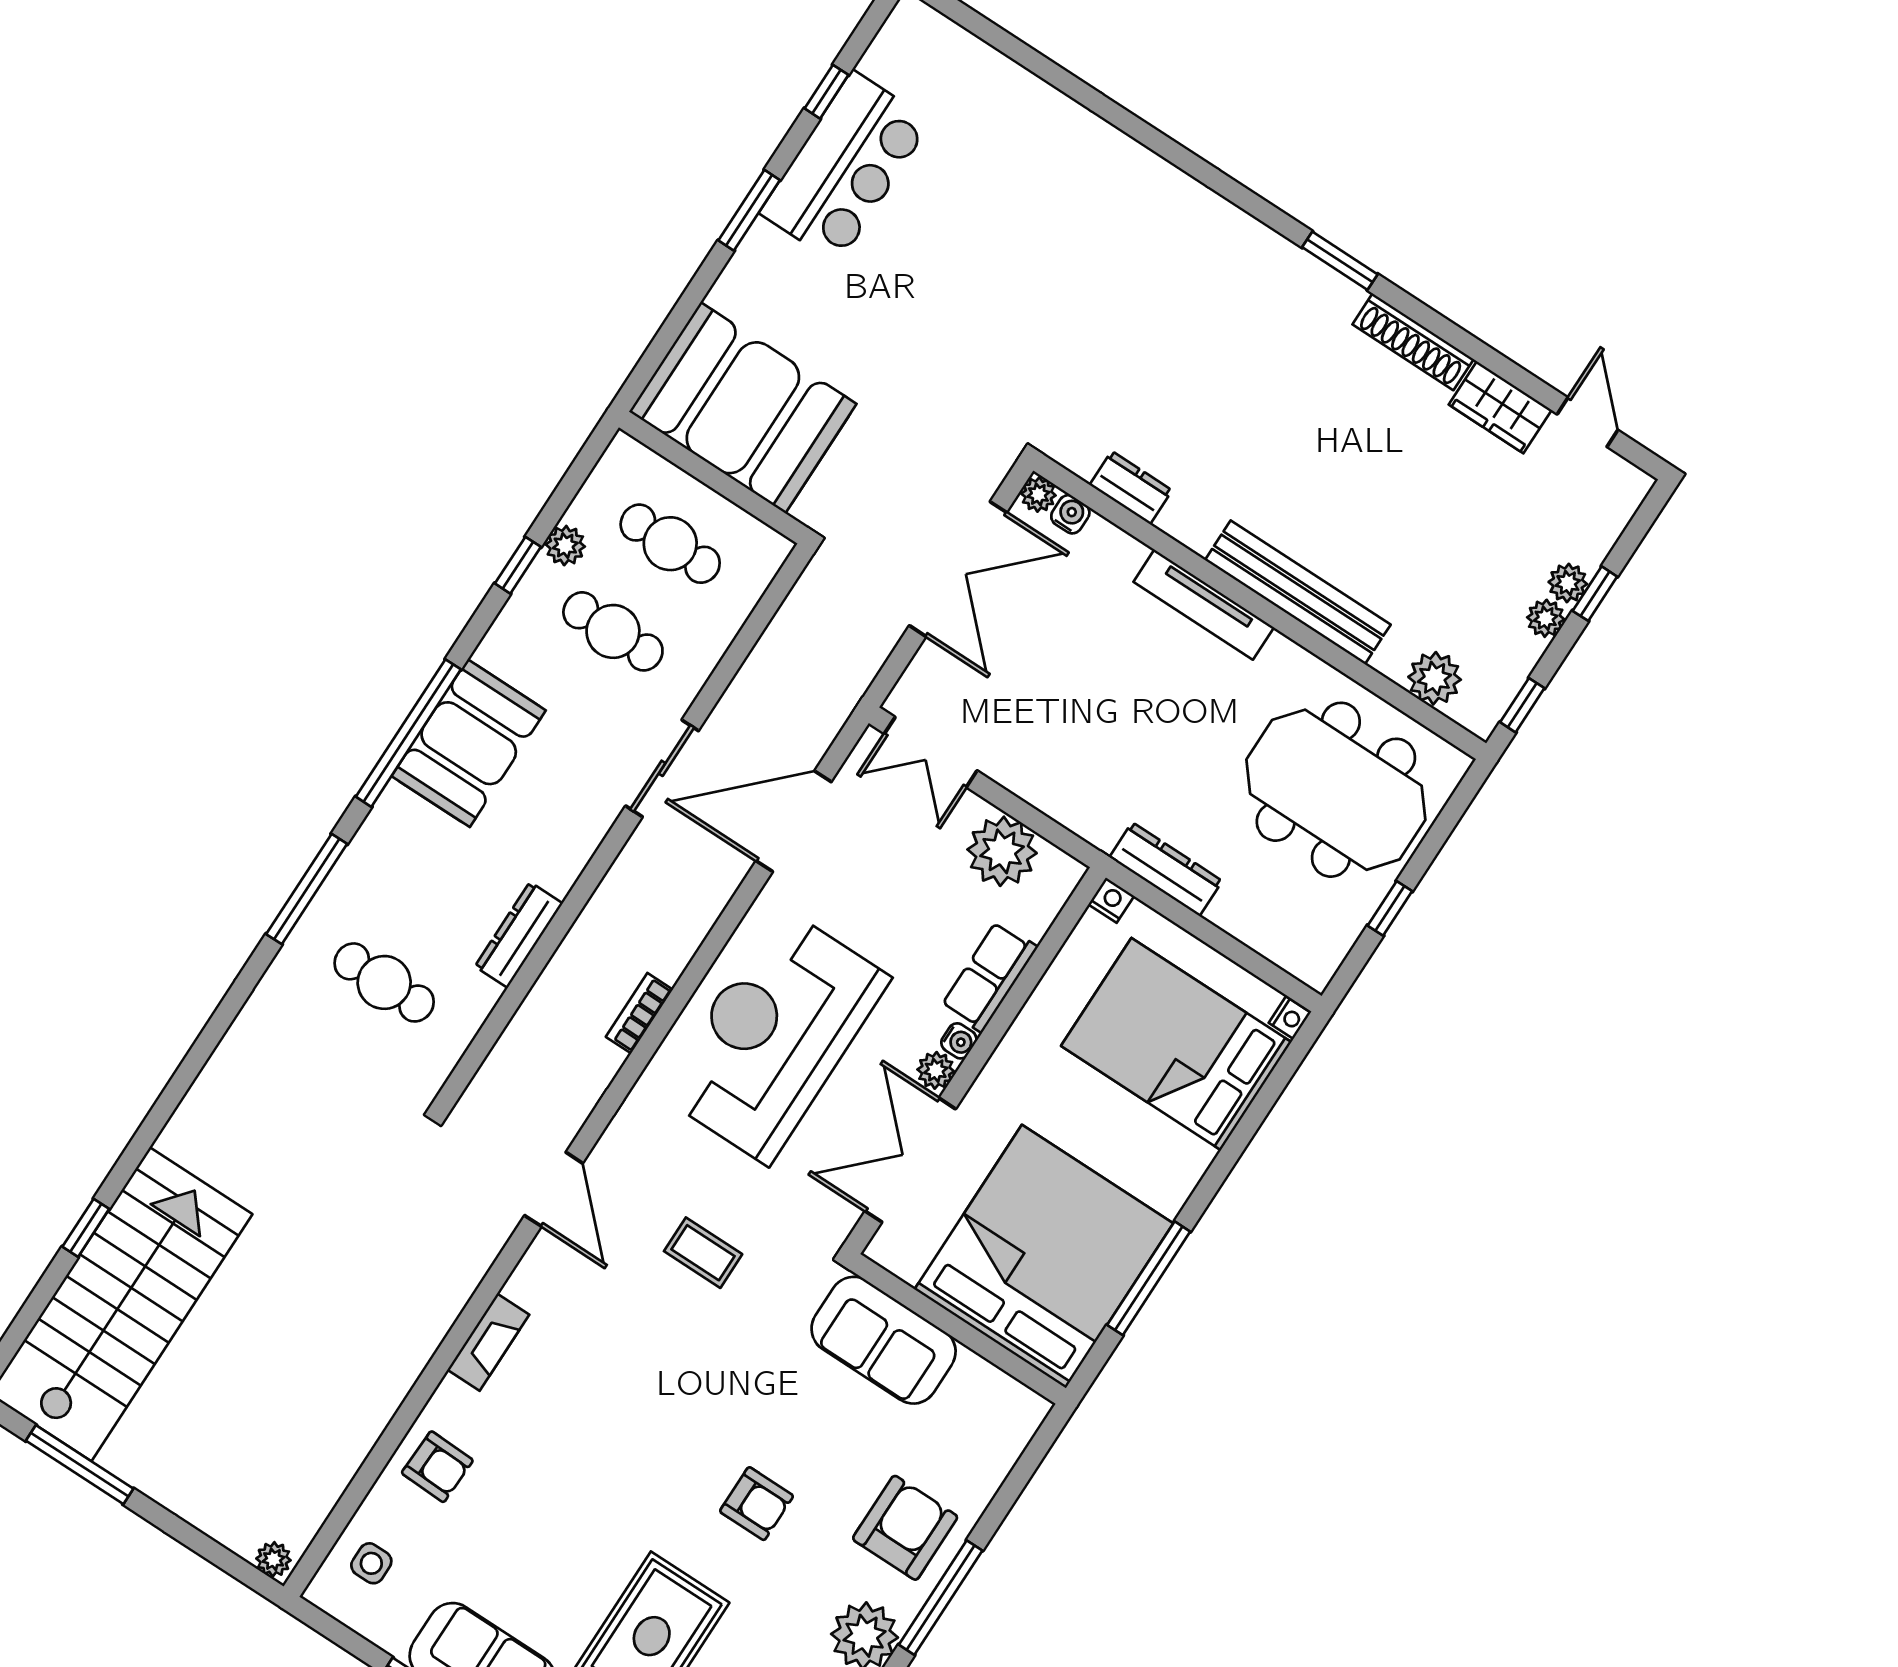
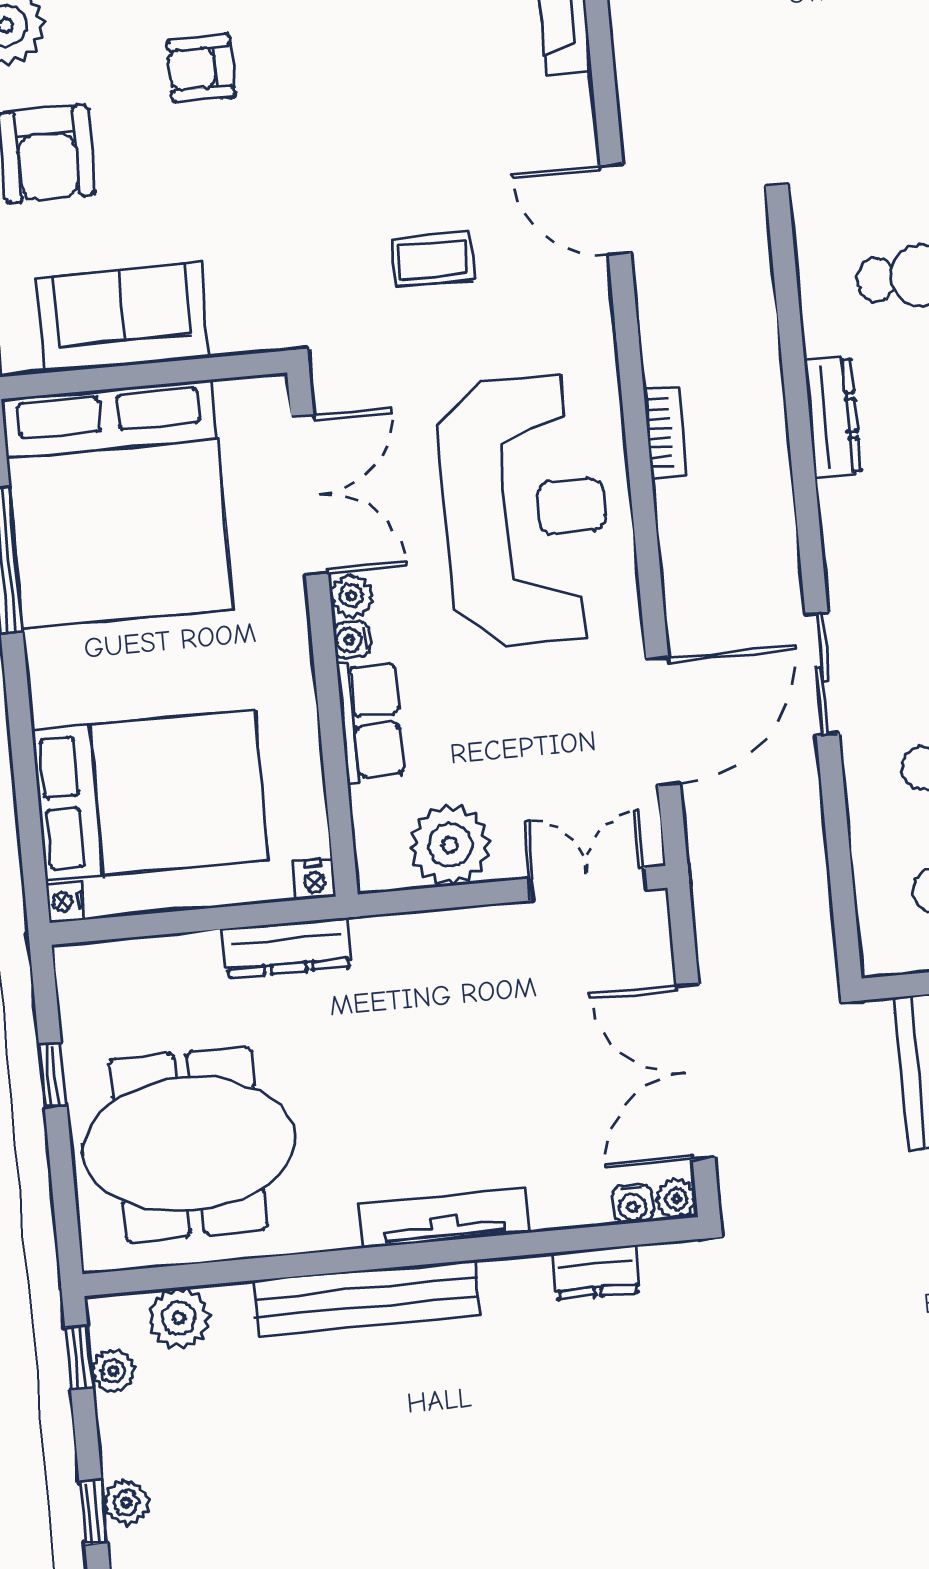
plant: (1546, 618) -> (113, 1371), moved
sofa: (884, 1340) -> (123, 318), moved

